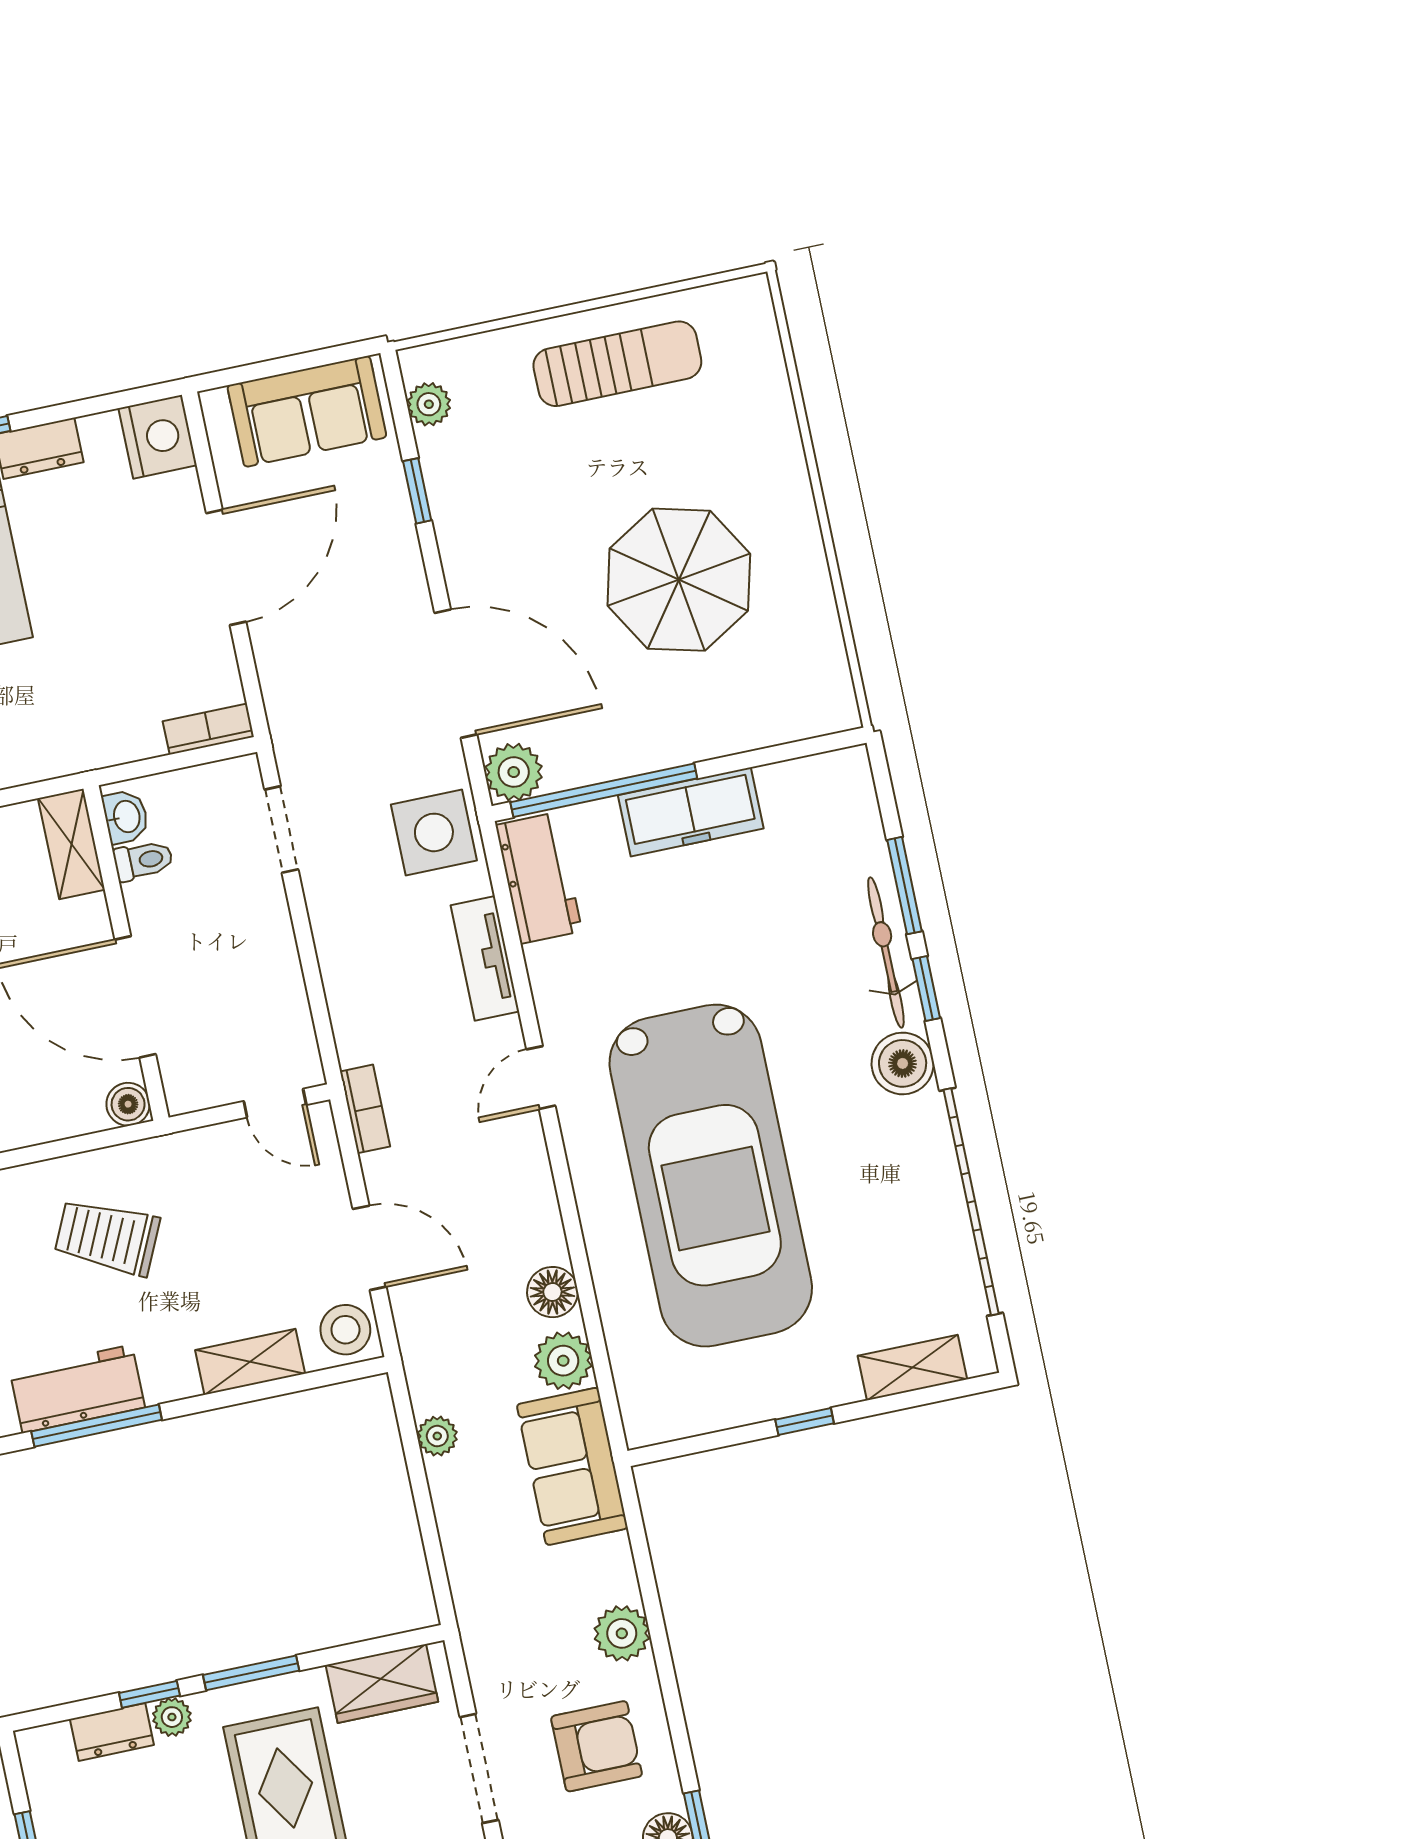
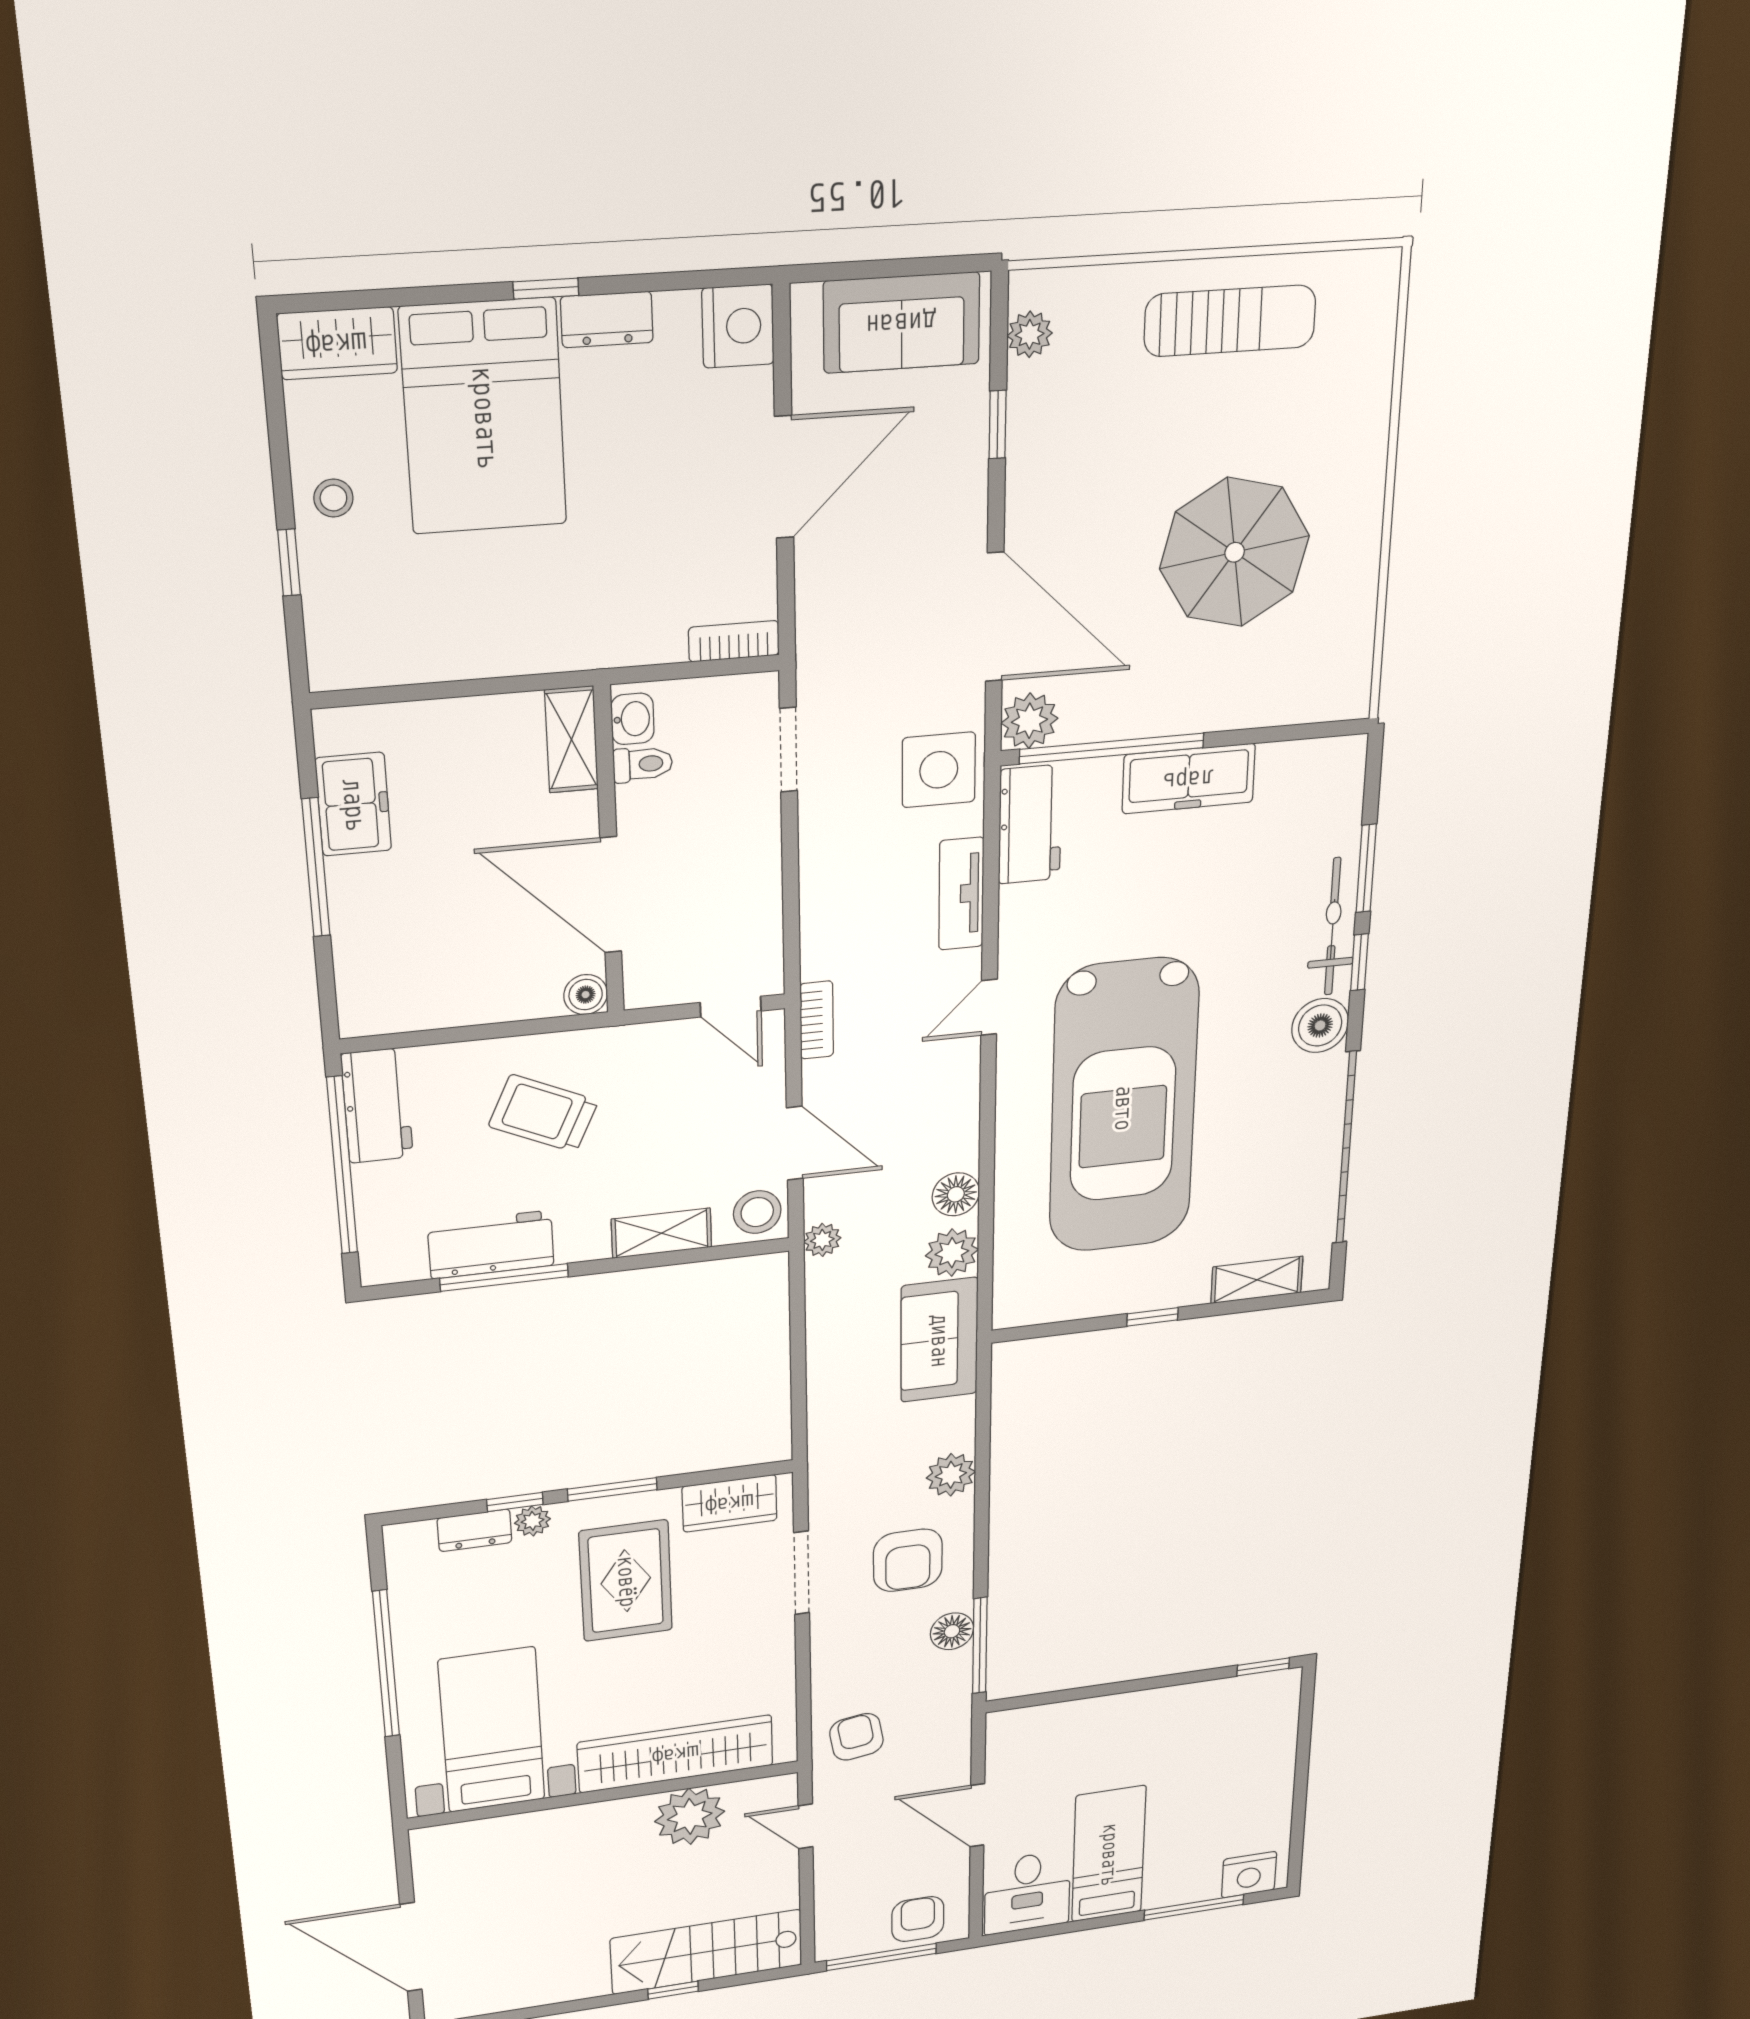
plant: (437, 1436) -> (822, 1240), moved
armchair: (597, 1746) -> (908, 1560), turned 90

